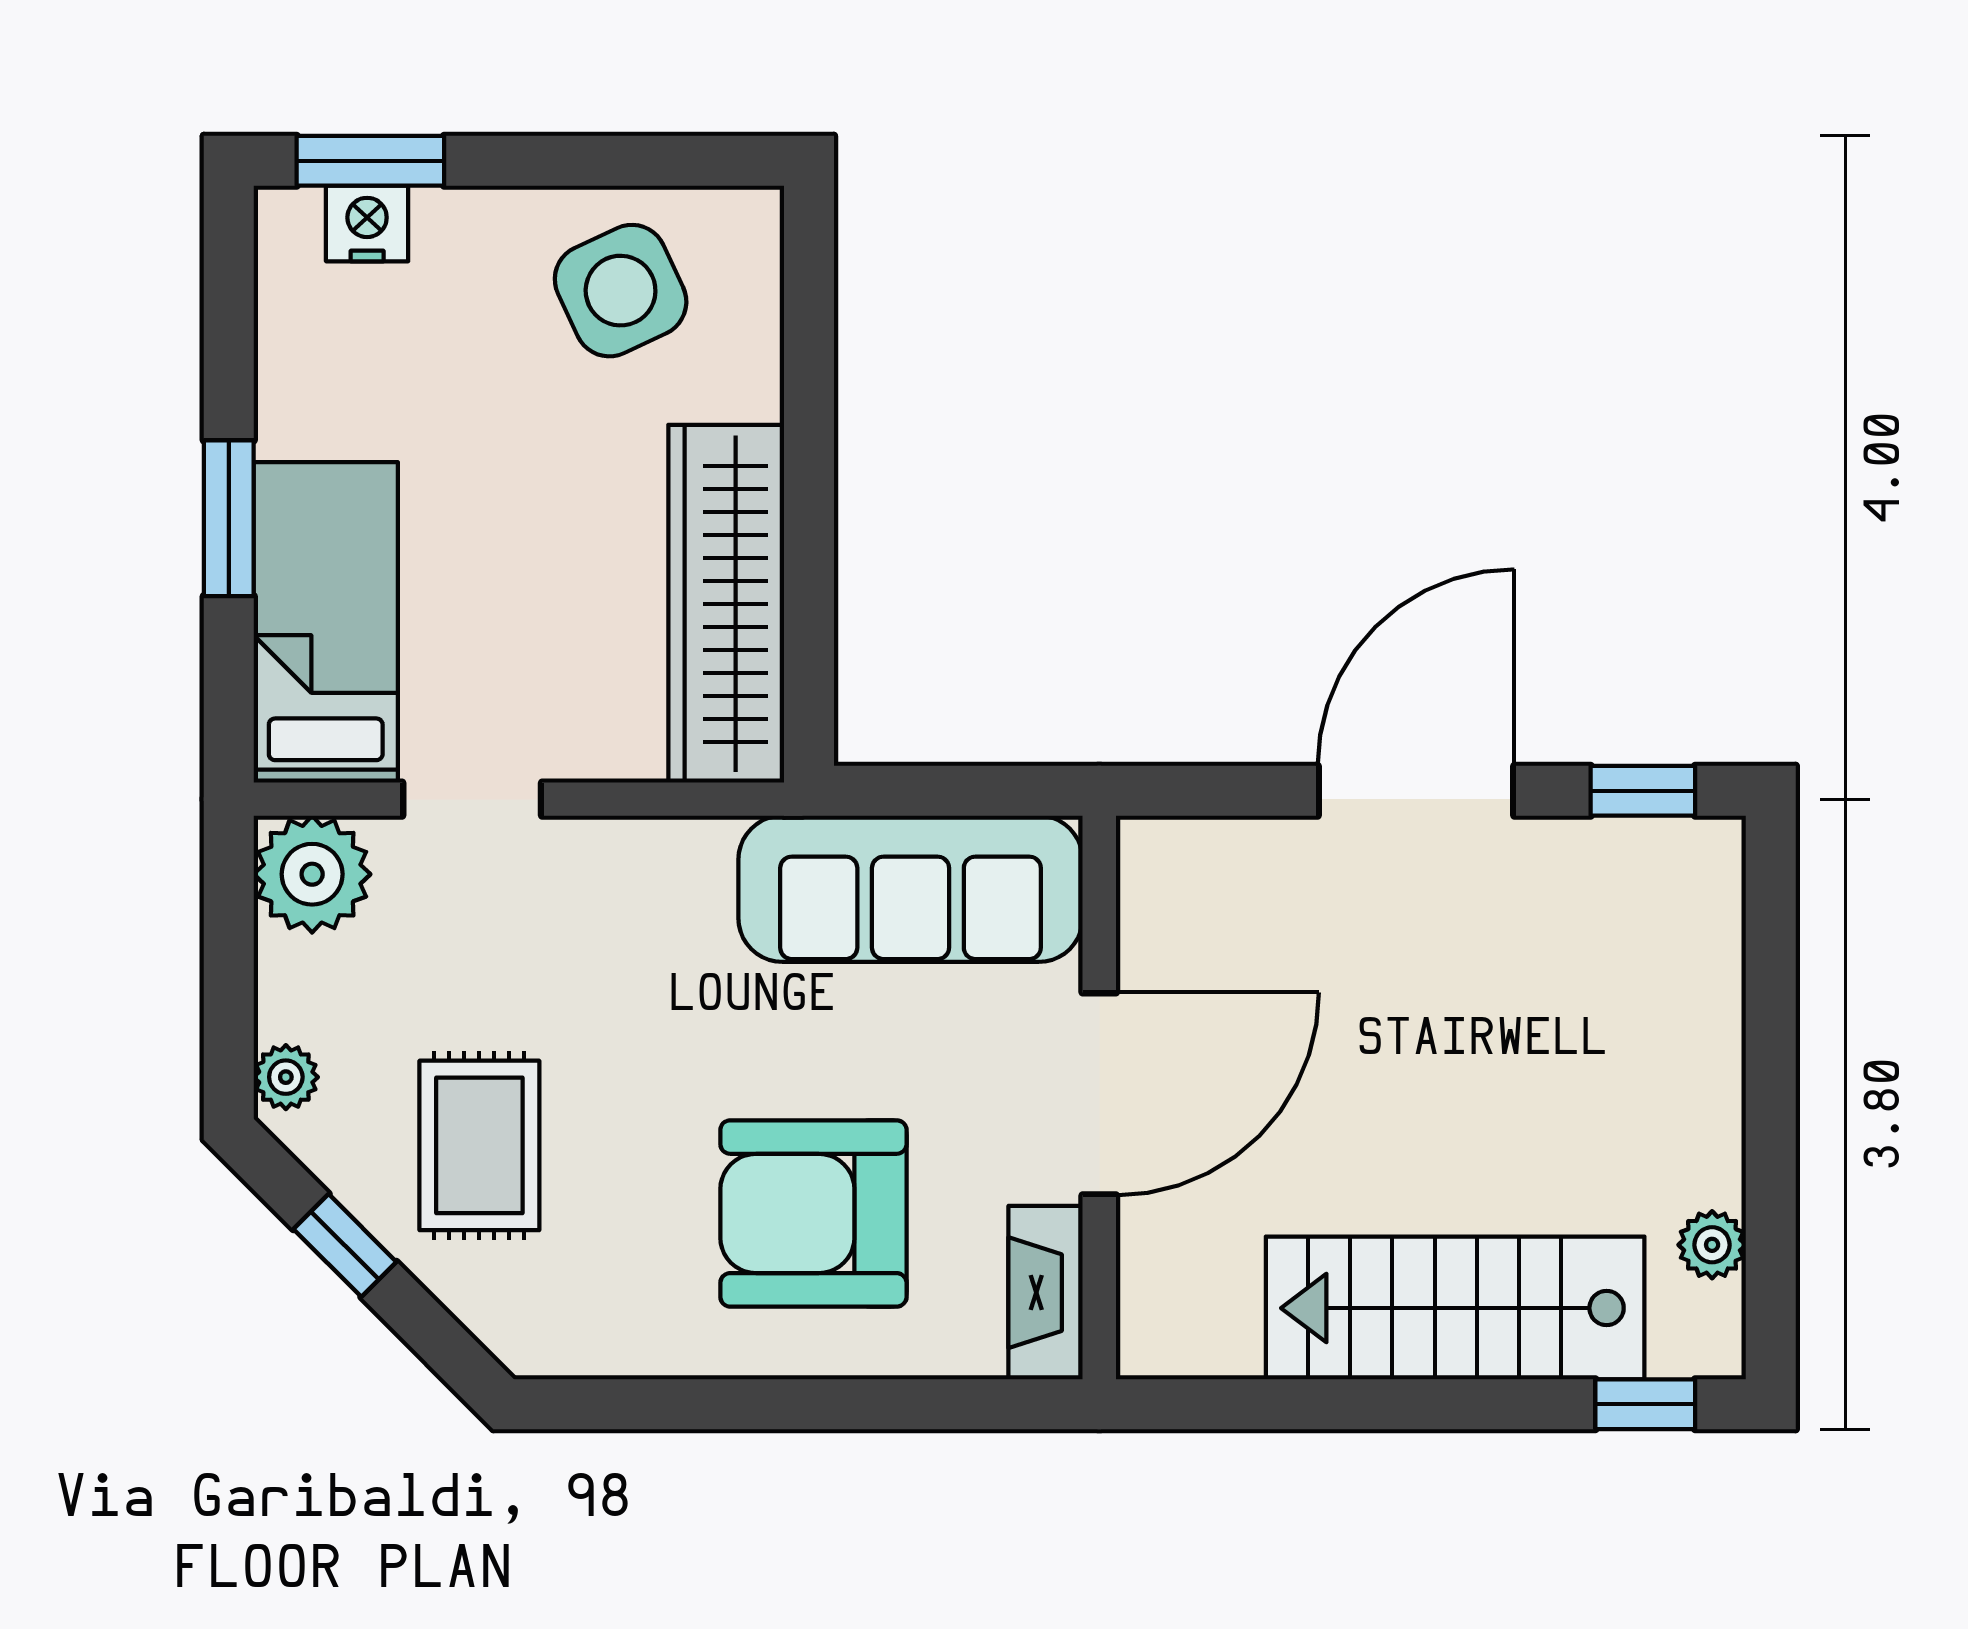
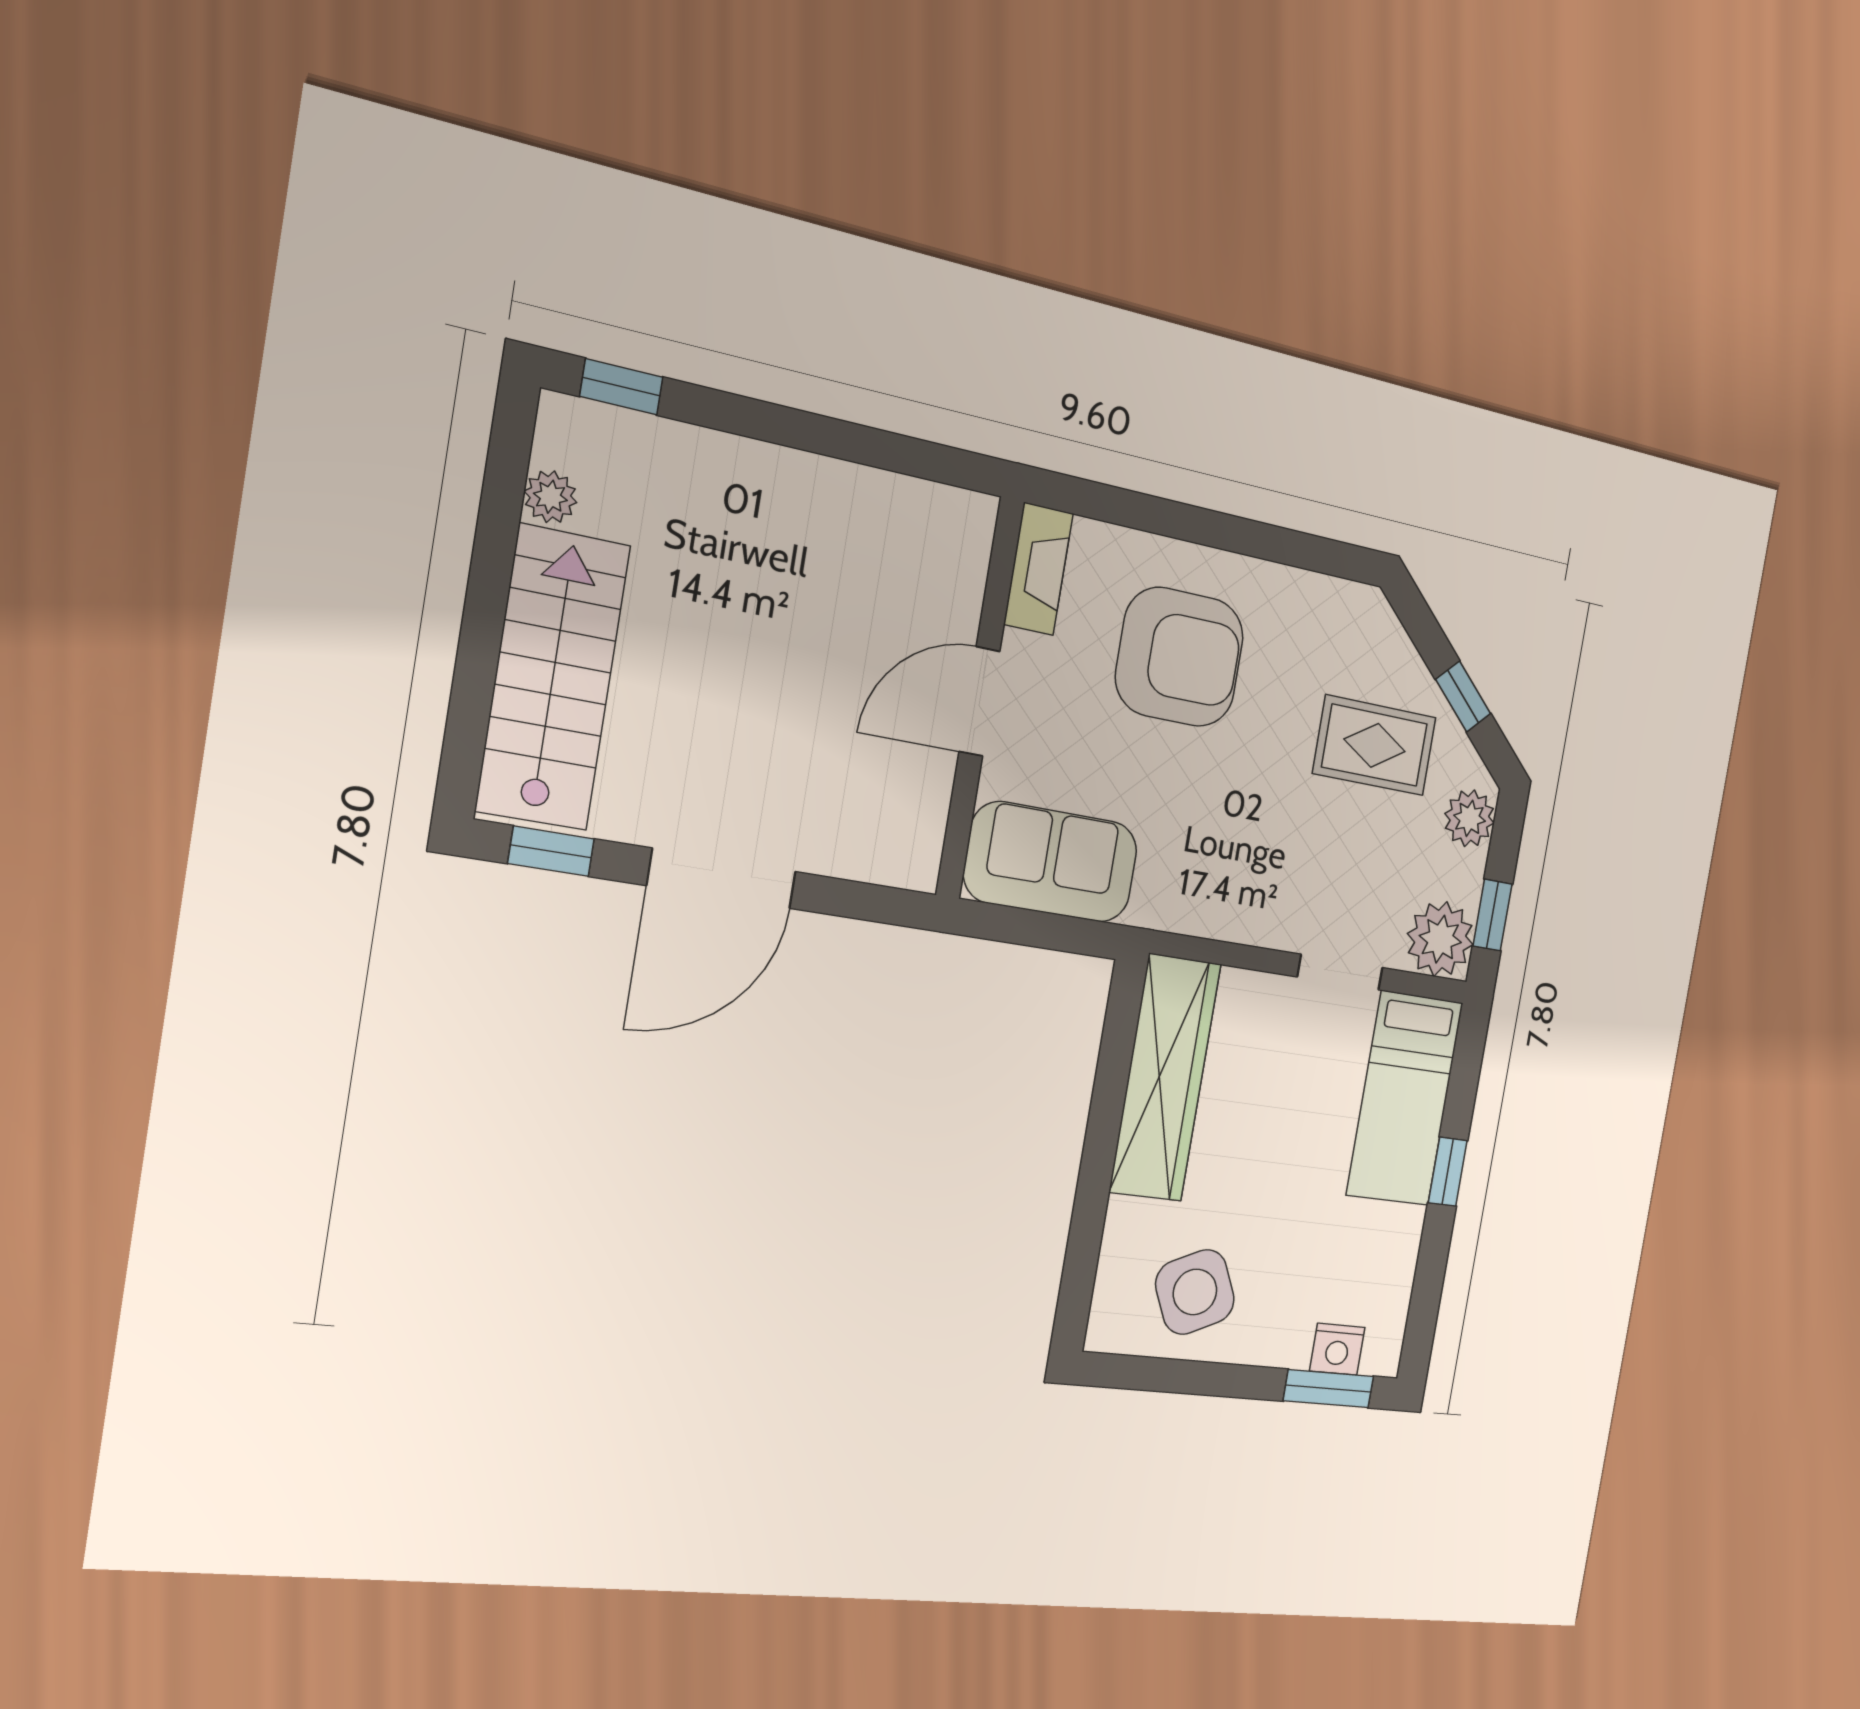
window: (229, 518) -> (1448, 1172), width x0.67
sofa: (911, 889) -> (1051, 862), width x0.73
window: (229, 925) -> (1492, 915), added
plant: (286, 1077) -> (1470, 818), width x1.38, depth x1.38
door: (1099, 1094) -> (979, 701), width x0.73
rug: (479, 1145) -> (1375, 745), turned 90
stairs: (1455, 1308) -> (553, 678), moved, turned -90

